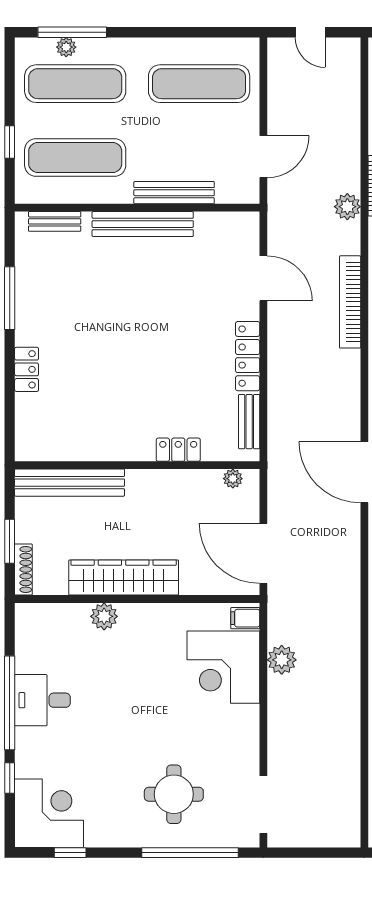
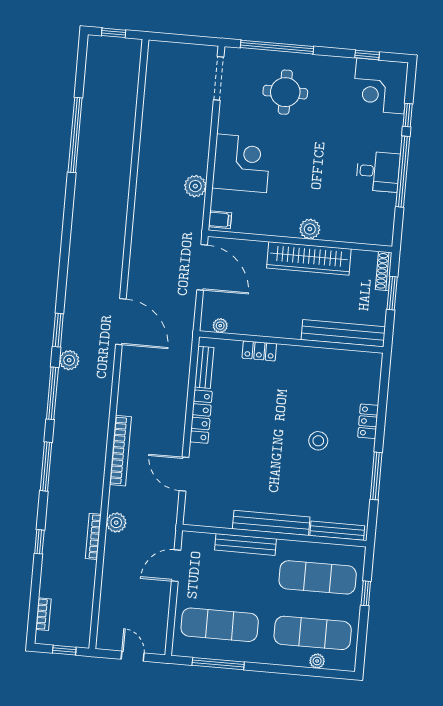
window: (72, 32) -> (218, 664), moved
bench: (55, 221) -> (337, 531), width x1.36
stool: (90, 338) -> (318, 441), added
plant: (104, 616) -> (310, 229), moved
corner desk: (223, 667) -> (242, 163), moved

